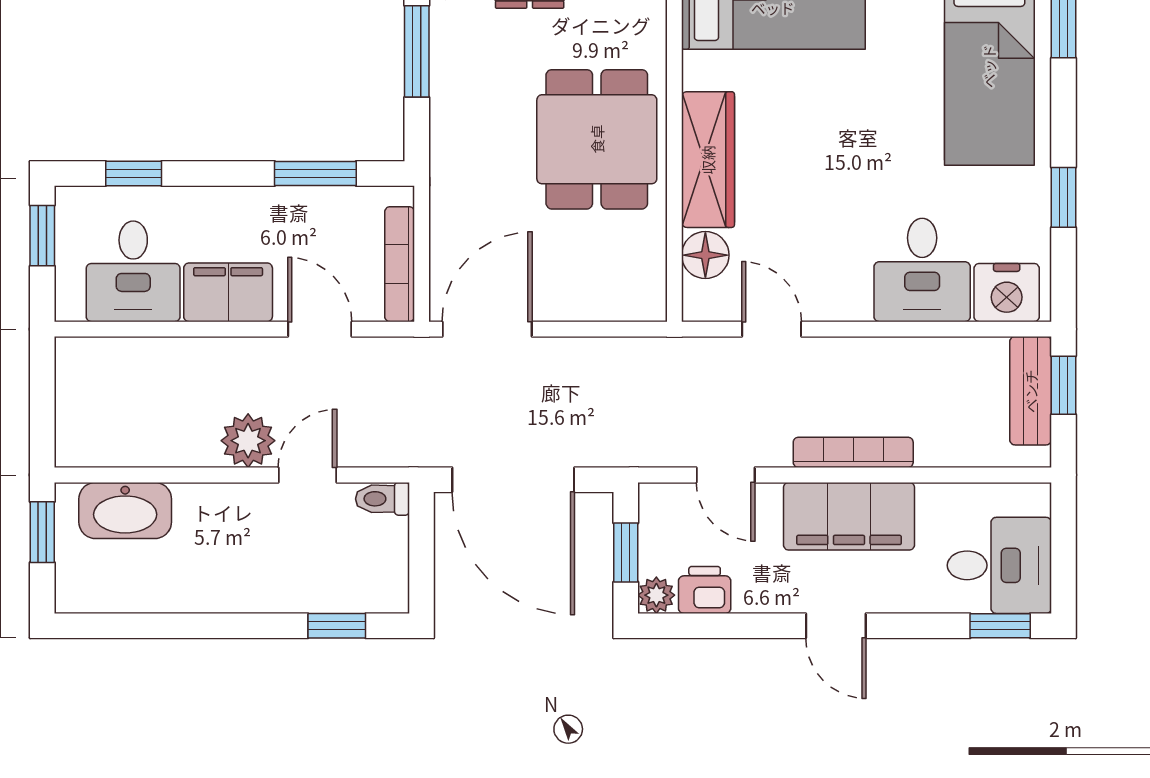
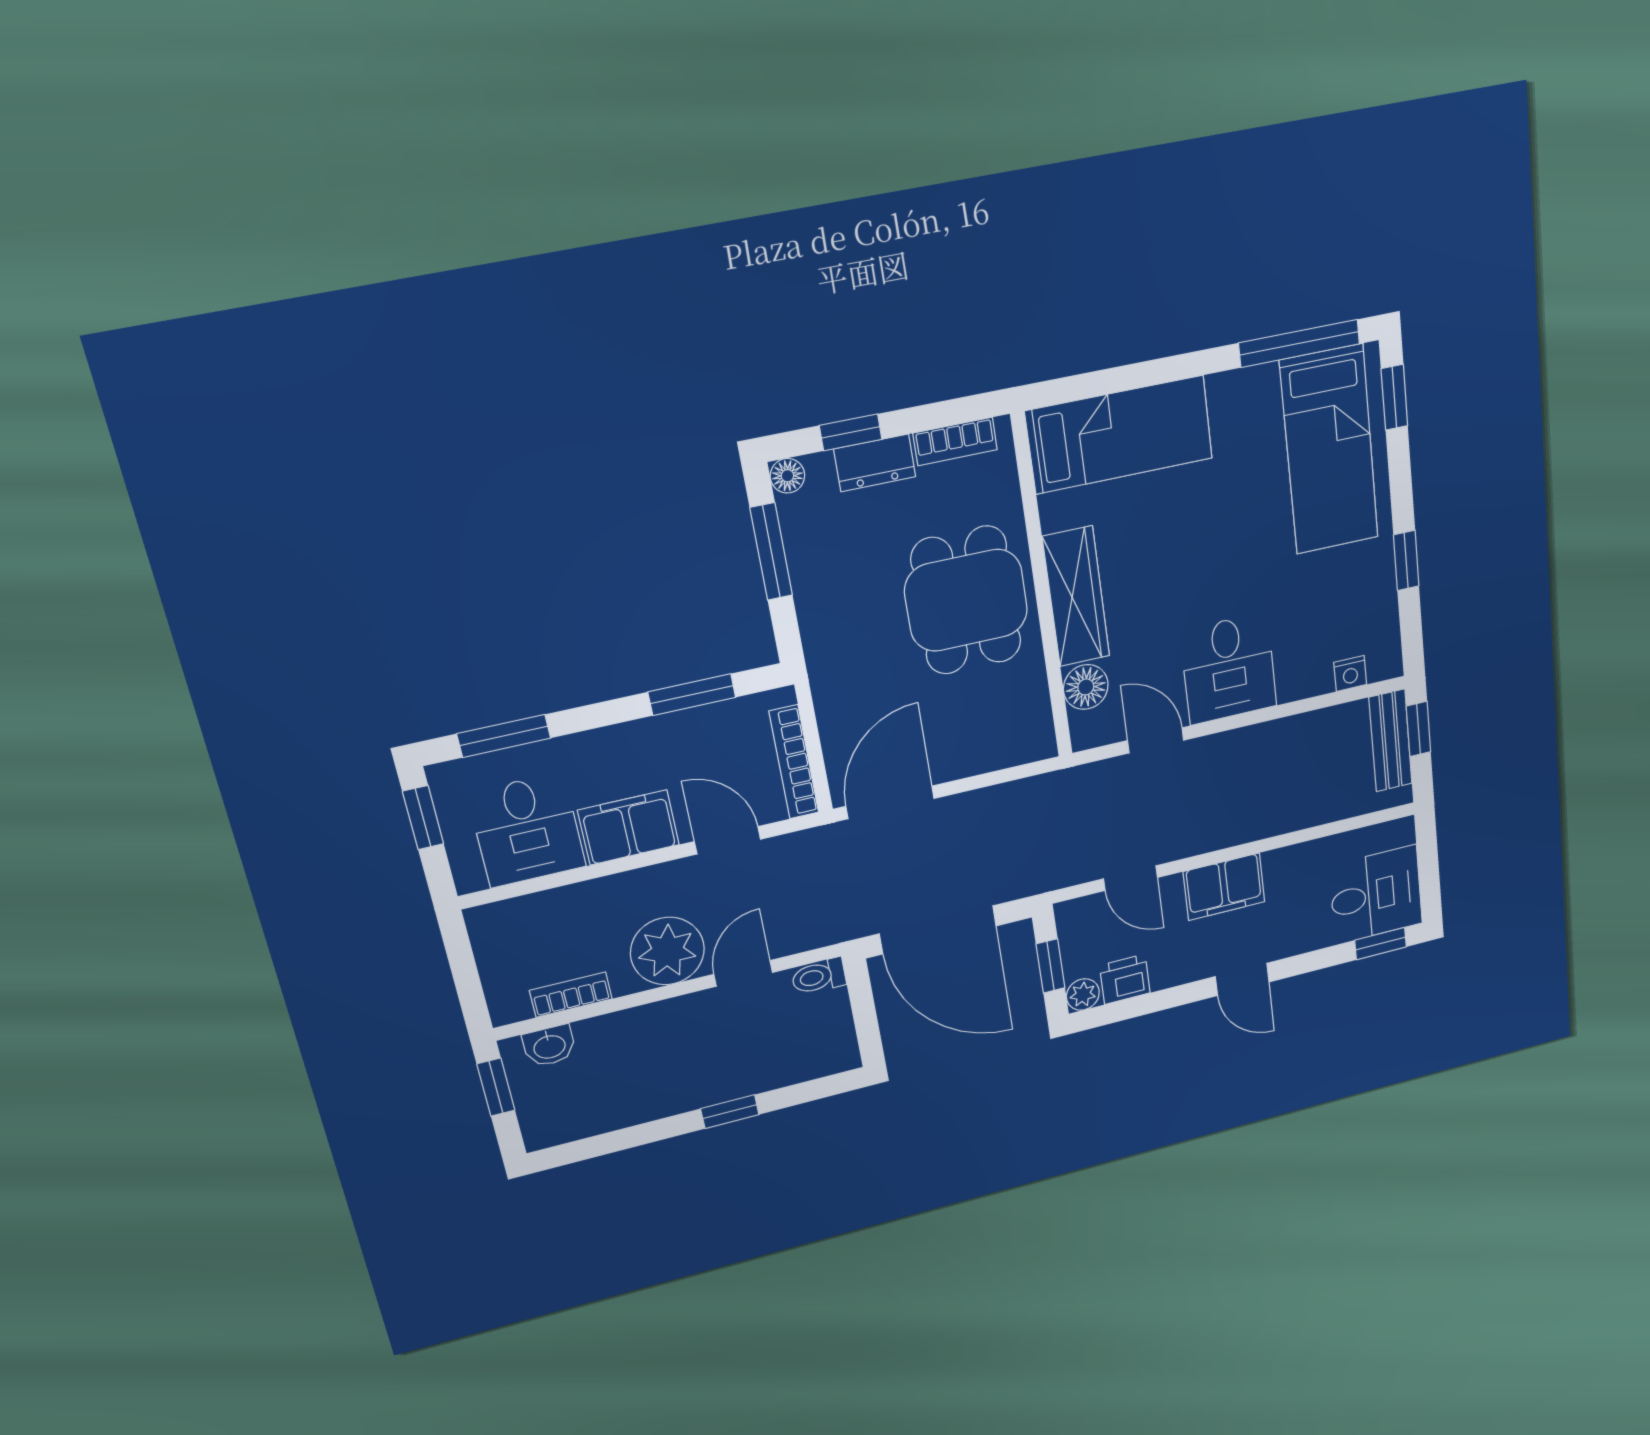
window: (134, 173) -> (504, 736), width x1.50
desk: (922, 270) -> (1229, 669), moved
nightstand: (1007, 293) -> (1350, 673), width x0.53, depth x0.56
plant: (248, 441) -> (667, 951), width x1.36, depth x1.36
bookcase: (853, 452) -> (571, 995), moved, width x0.64
washbasin: (125, 510) -> (549, 1046), width x0.52, depth x0.69
filing cabinet: (849, 516) -> (1224, 887), width x0.67, depth x0.86
window: (337, 626) -> (730, 1112), moved

